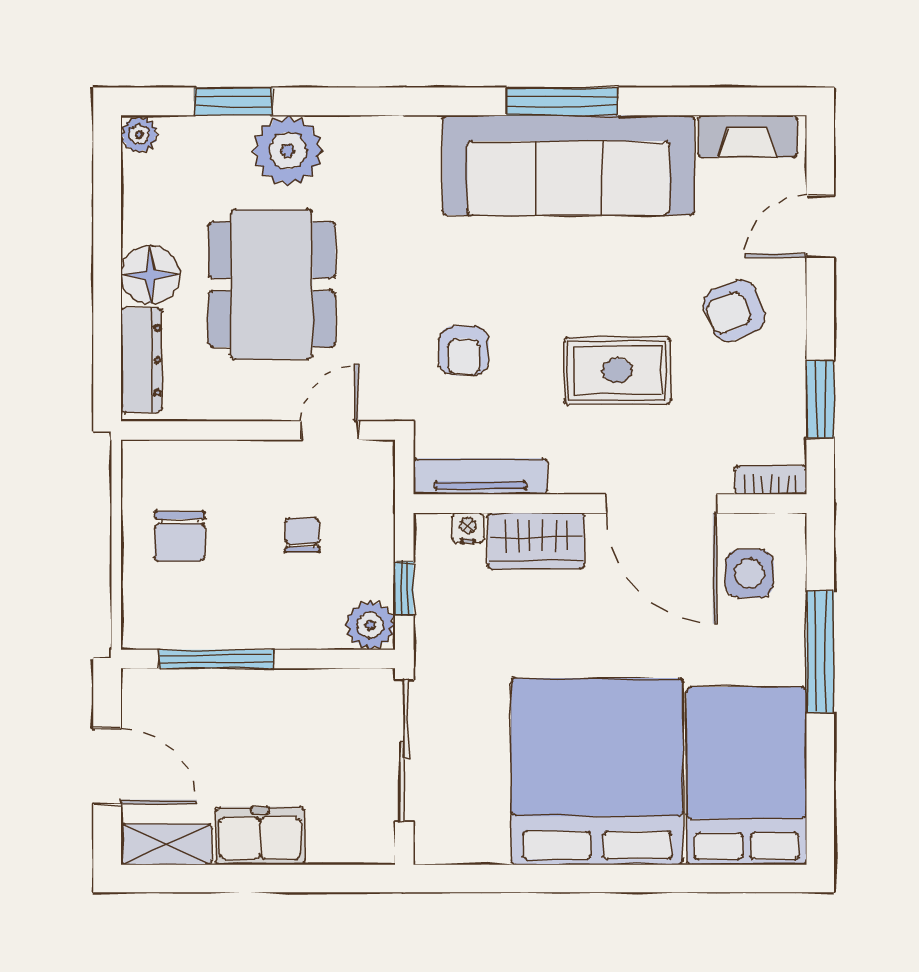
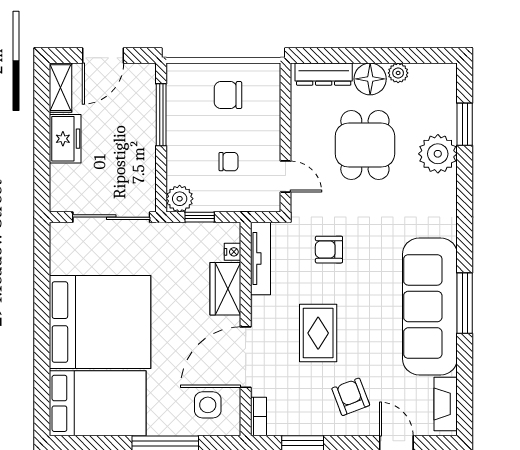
plant: (139, 135) -> (398, 73), moved
dining table: (272, 284) -> (365, 145), width x0.73

